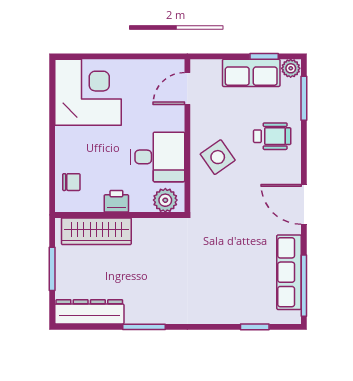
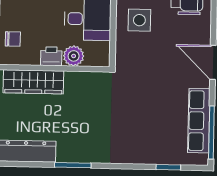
side table: (218, 157) -> (139, 20), turned 35
plant: (165, 200) -> (74, 56), moved

